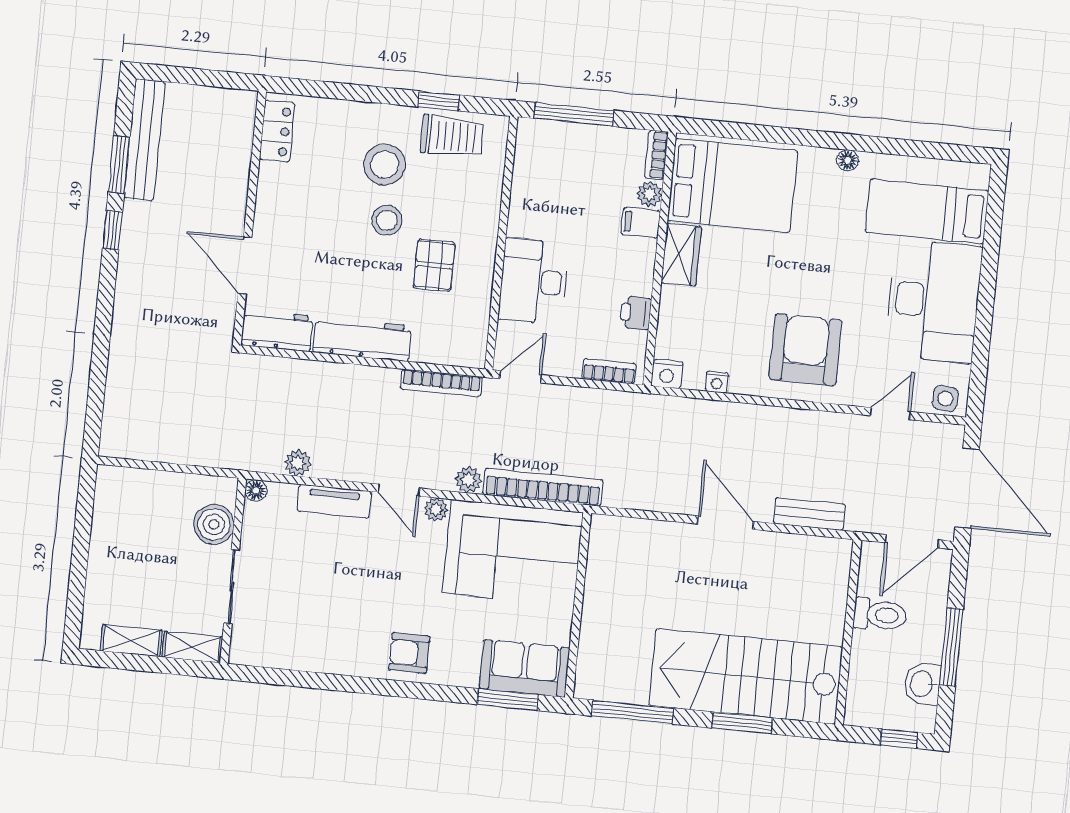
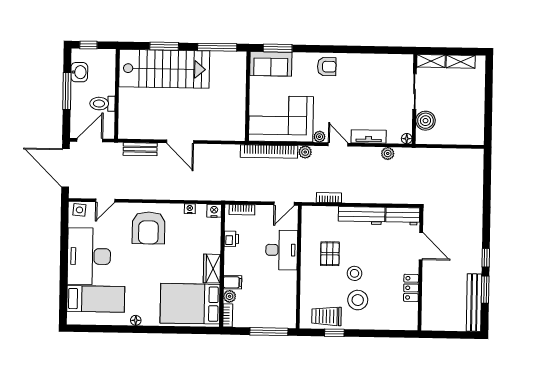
locker: (277, 131) -> (411, 288), moved
bookcase: (441, 383) -> (329, 198), width x0.64

